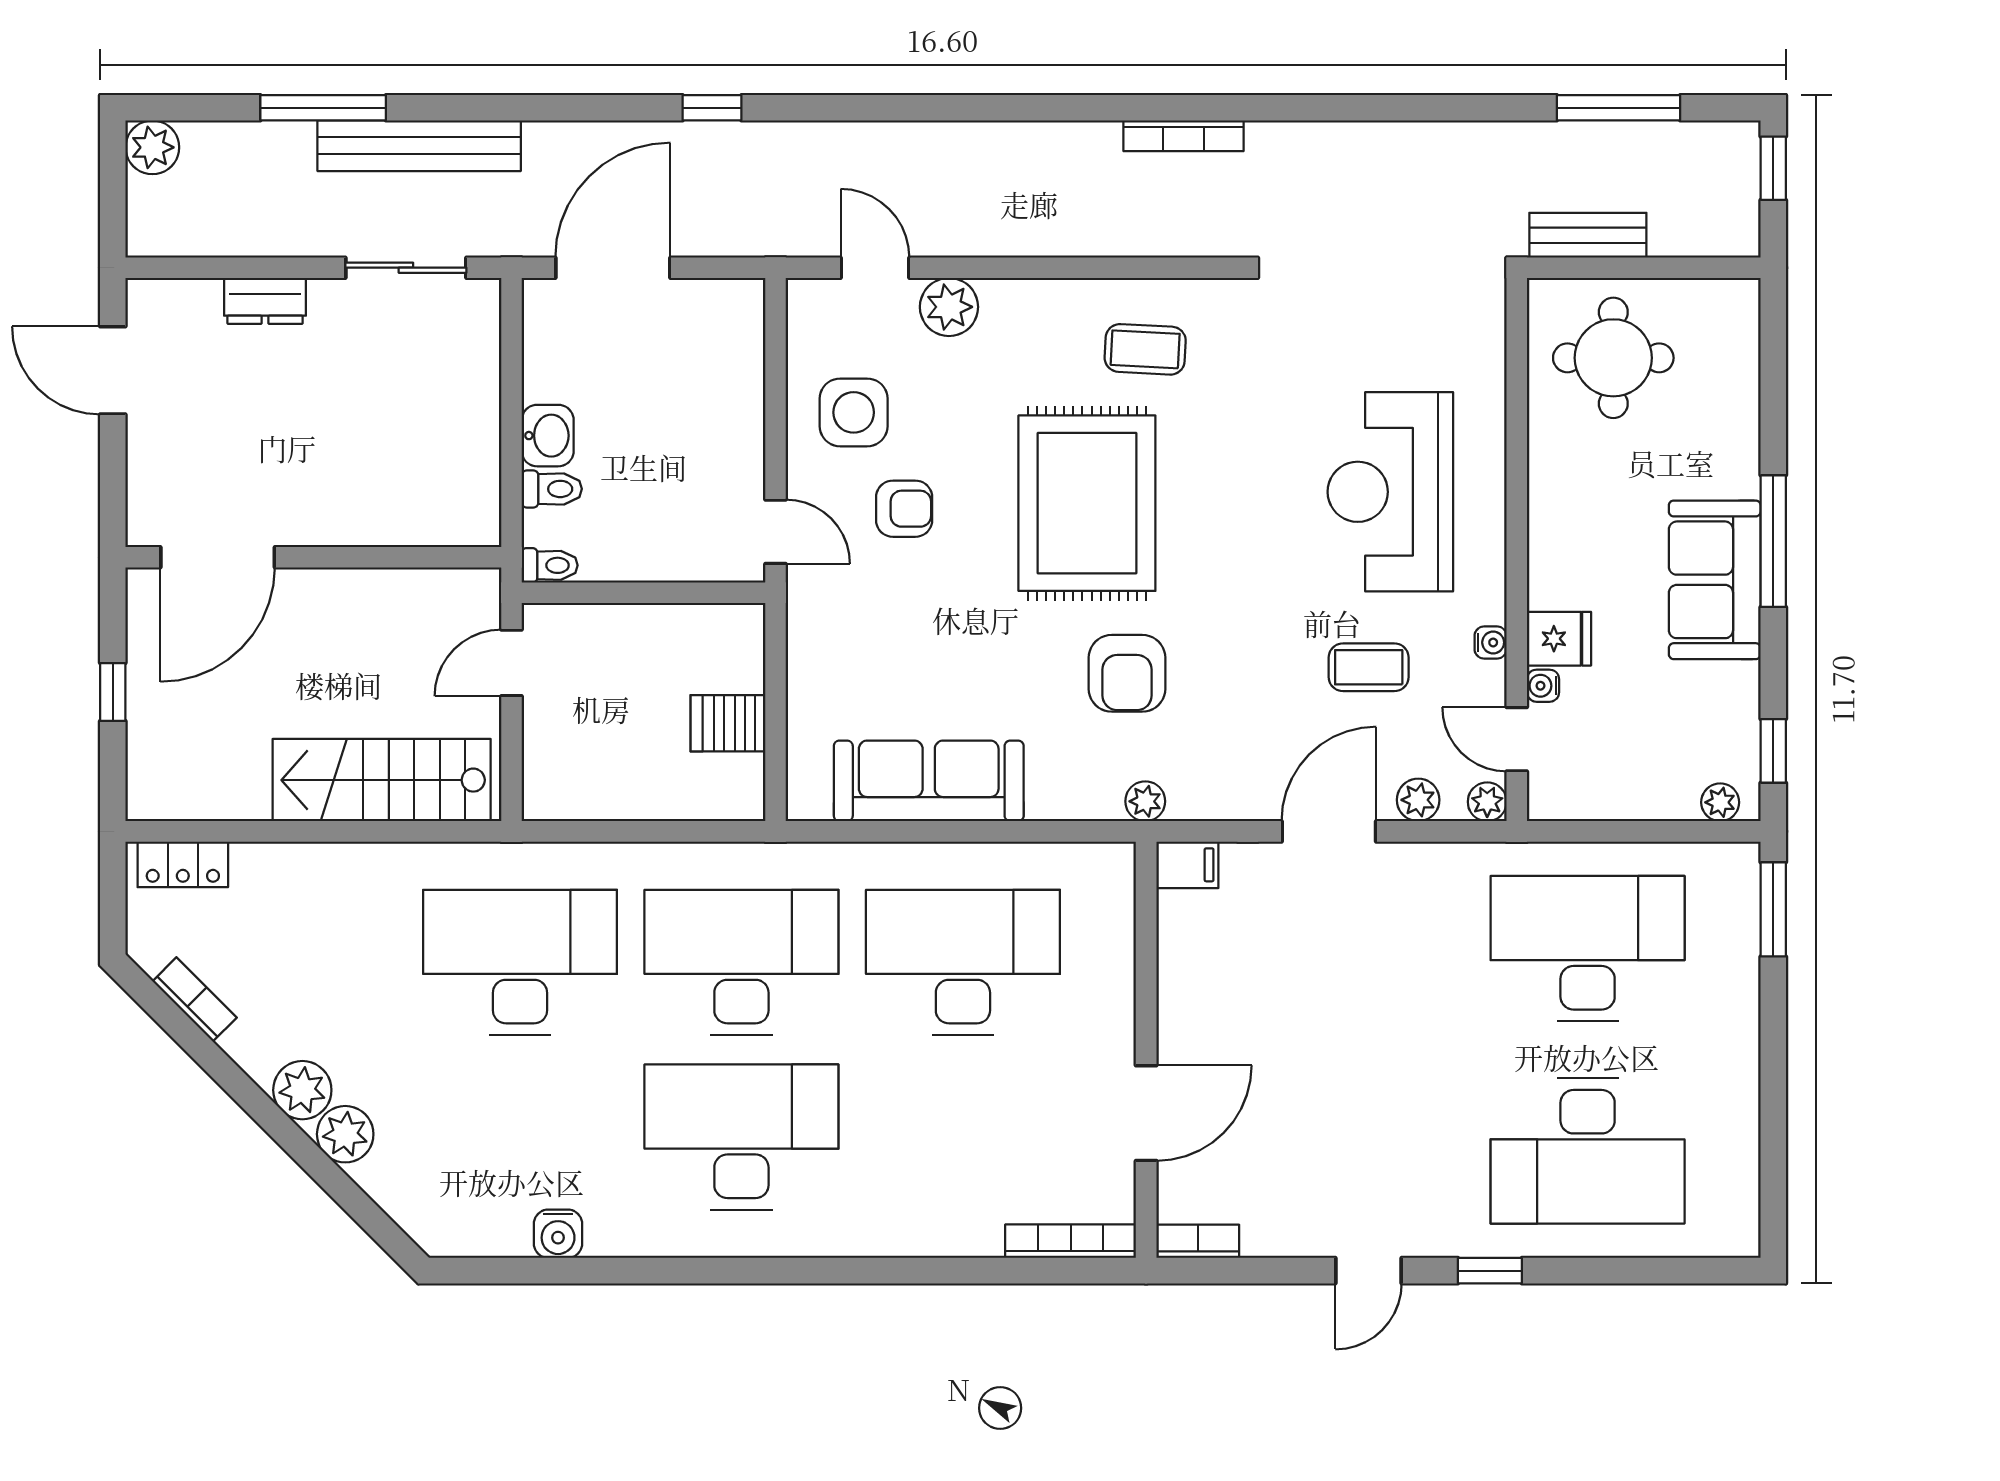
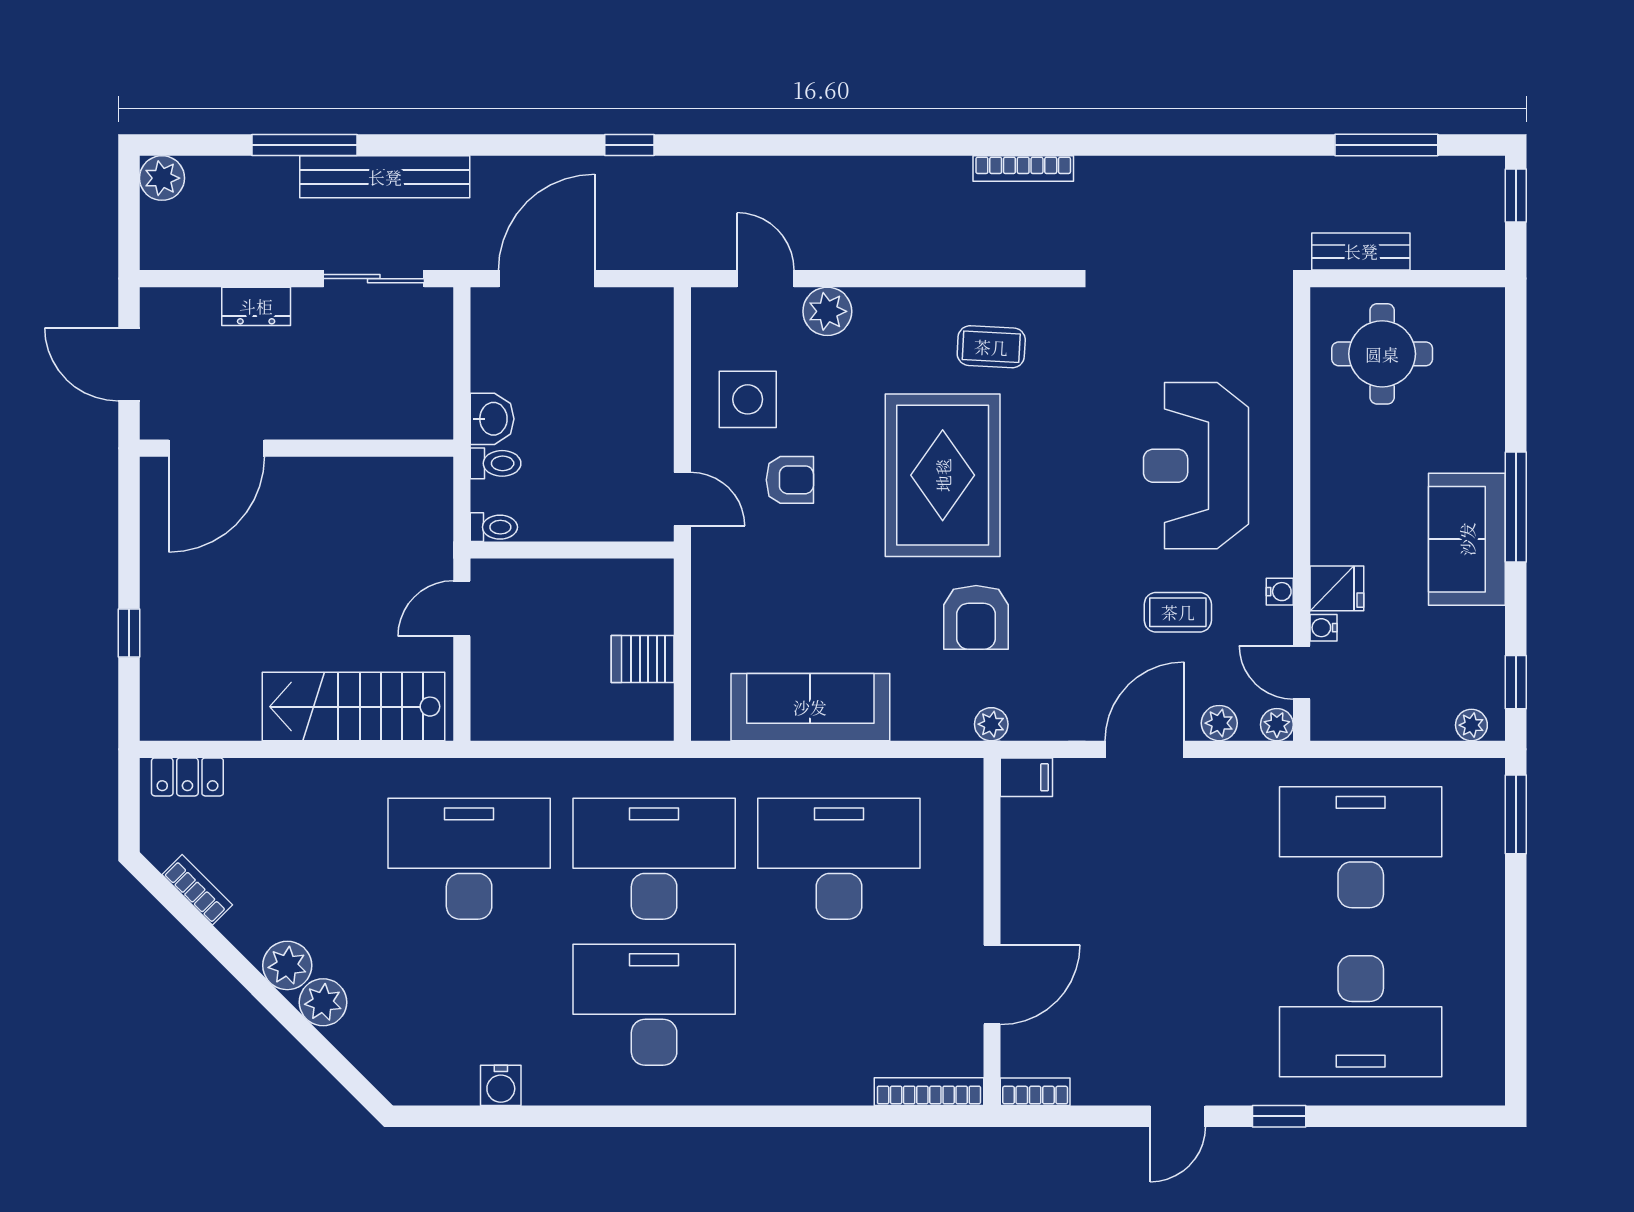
door: (218, 557) -> (217, 448), moved
wall: (313, 557) -> (296, 448), moved

